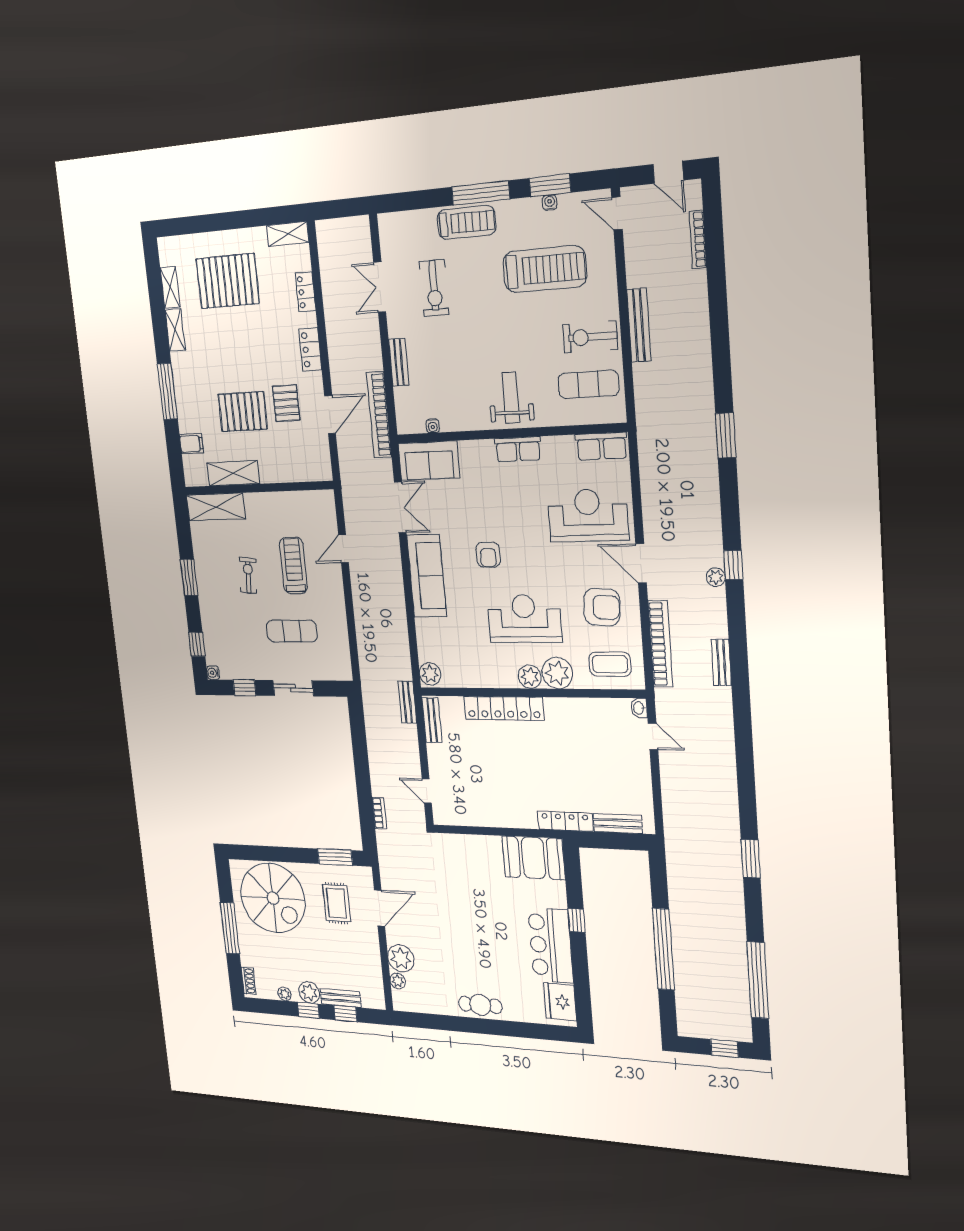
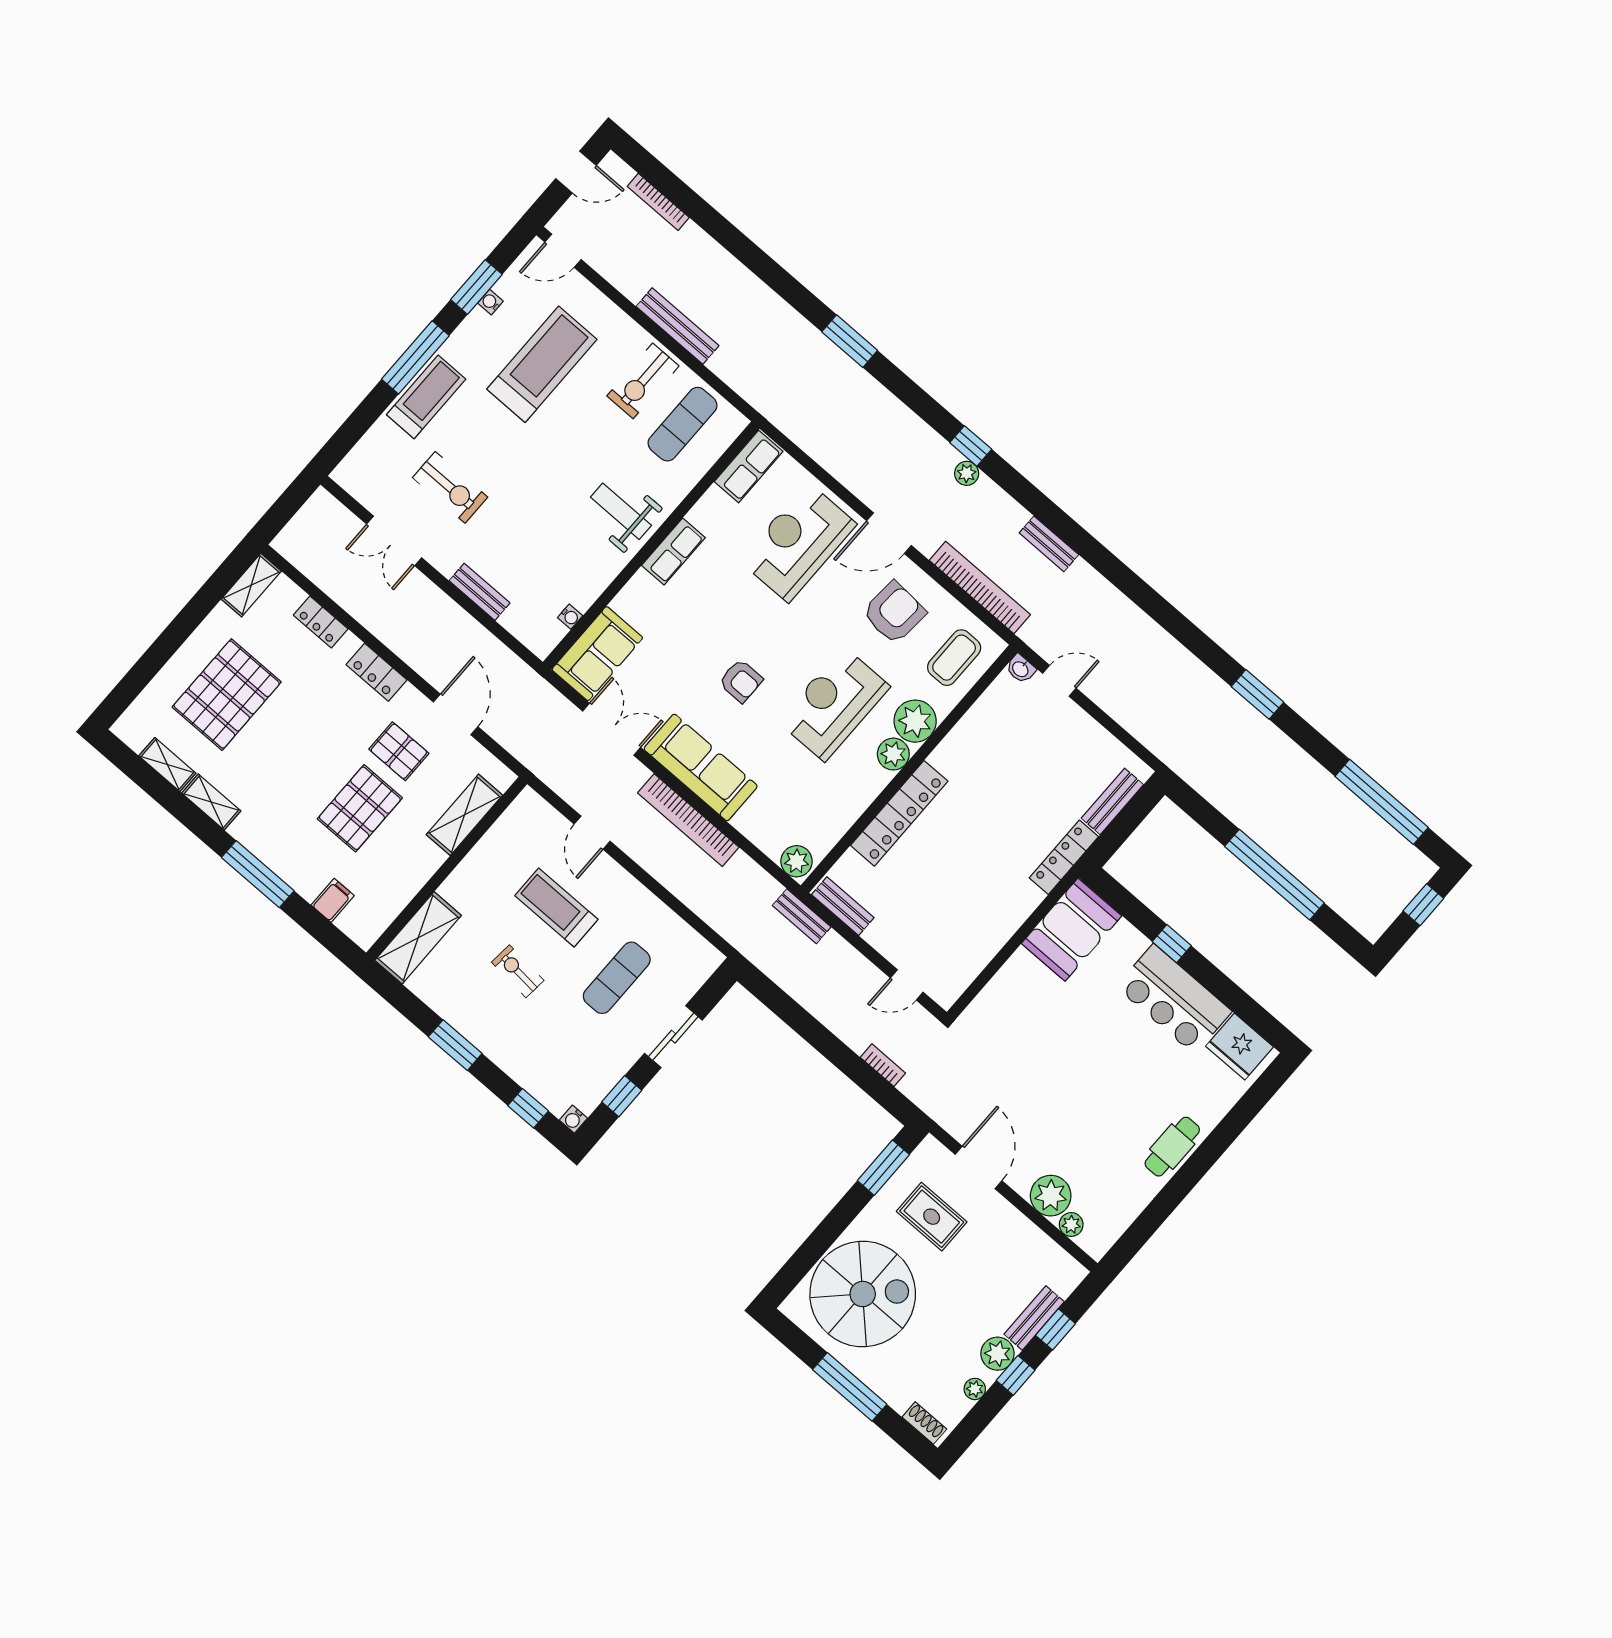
bookcase: (379, 415) -> (688, 820), moved
shelving: (233, 473) -> (464, 815), moved

